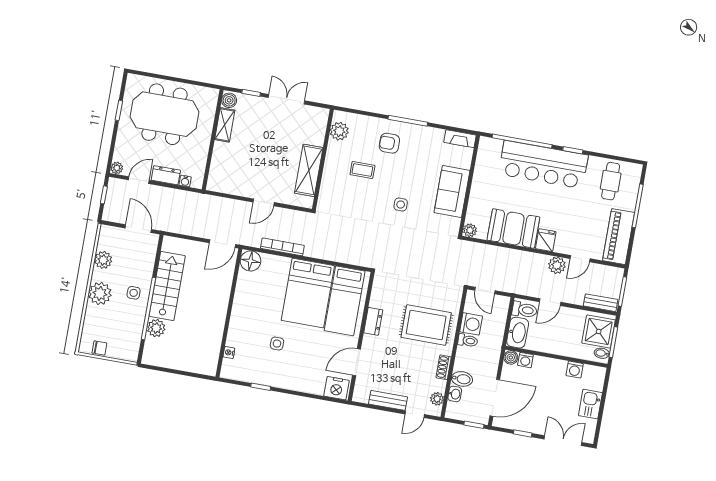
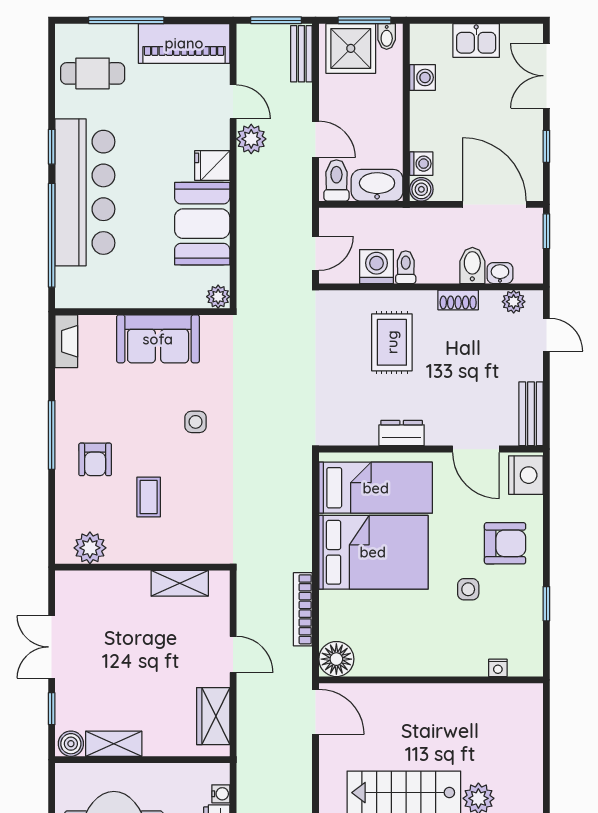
shelving: (309, 170) -> (180, 583), width x0.67, depth x0.75
wardrobe: (230, 185) -> (213, 716), added
rug: (426, 325) -> (392, 342), width x0.73, depth x0.70
armchair: (300, 369) -> (505, 543), added
bench: (388, 400) -> (531, 414), moved

